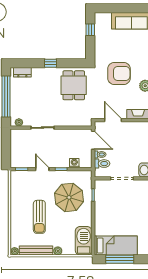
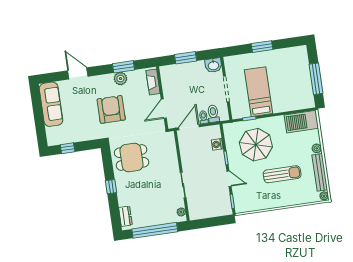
door: (42, 169) -> (229, 179), swing flipped
bed: (116, 246) -> (259, 92), moved

